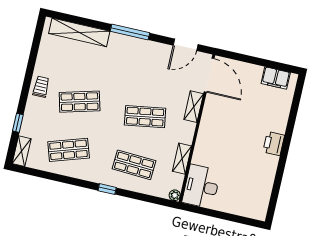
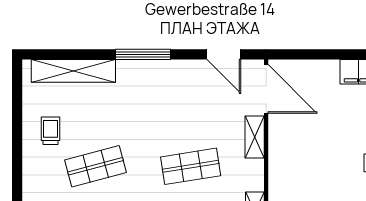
door: (186, 45) -> (224, 54), hinge flipped
trolley: (41, 87) -> (50, 131), moved

